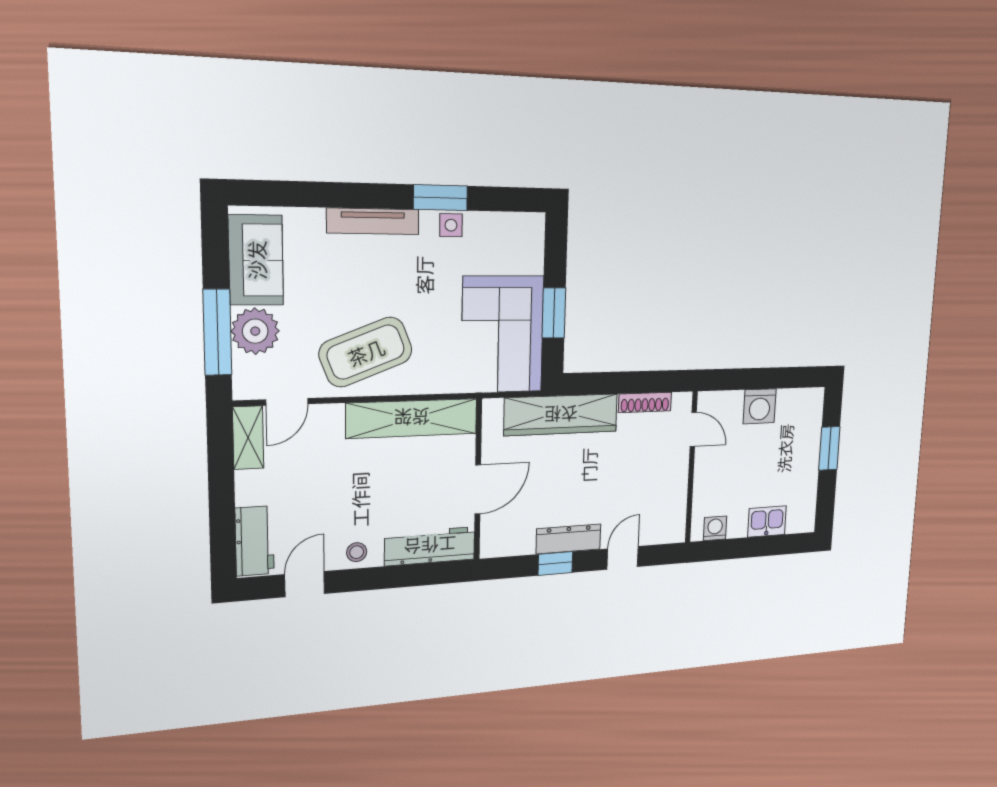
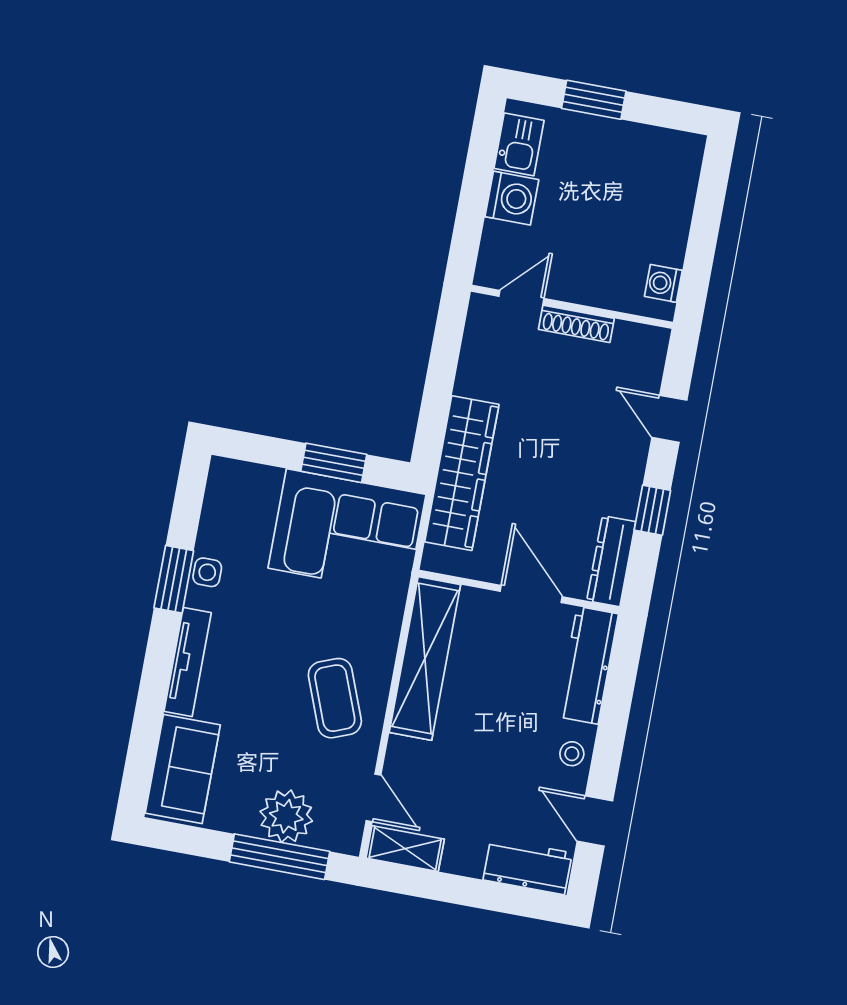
sofa: (256, 260) -> (183, 769), moved, turned 90
coffee table: (366, 352) -> (335, 698), width x0.73, depth x0.76
shoe rack: (645, 402) -> (576, 324), moved, turned 90
kitchen sink: (767, 522) -> (519, 144), moved, turned 180
dresser: (569, 539) -> (611, 561), moved

